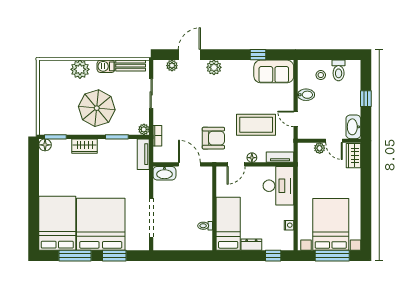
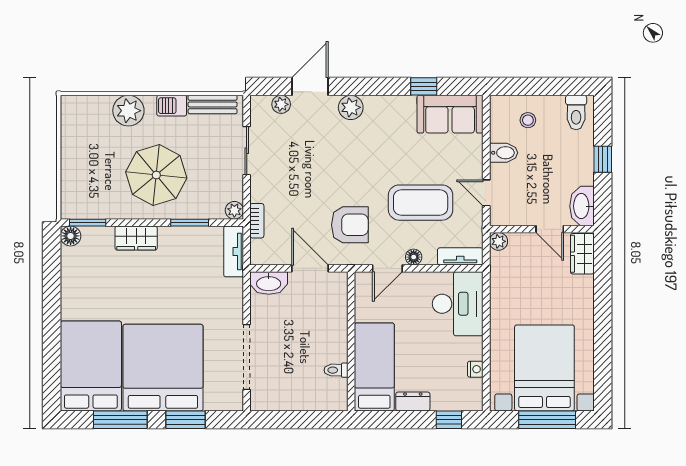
toilet: (339, 70) -> (576, 112), moved
plant: (320, 148) -> (499, 241), moved

